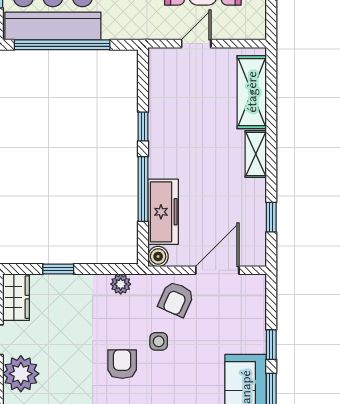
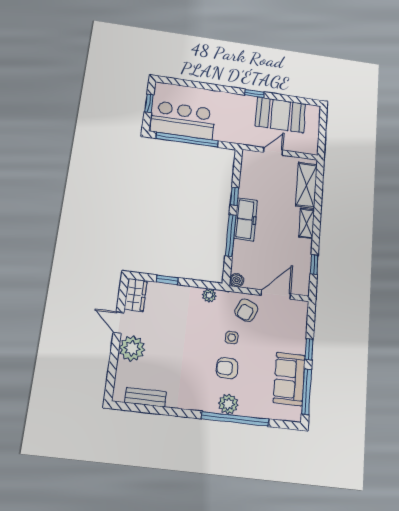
freezer: (163, 212) -> (246, 219), moved
armchair: (122, 364) -> (227, 368), moved, turned -90

